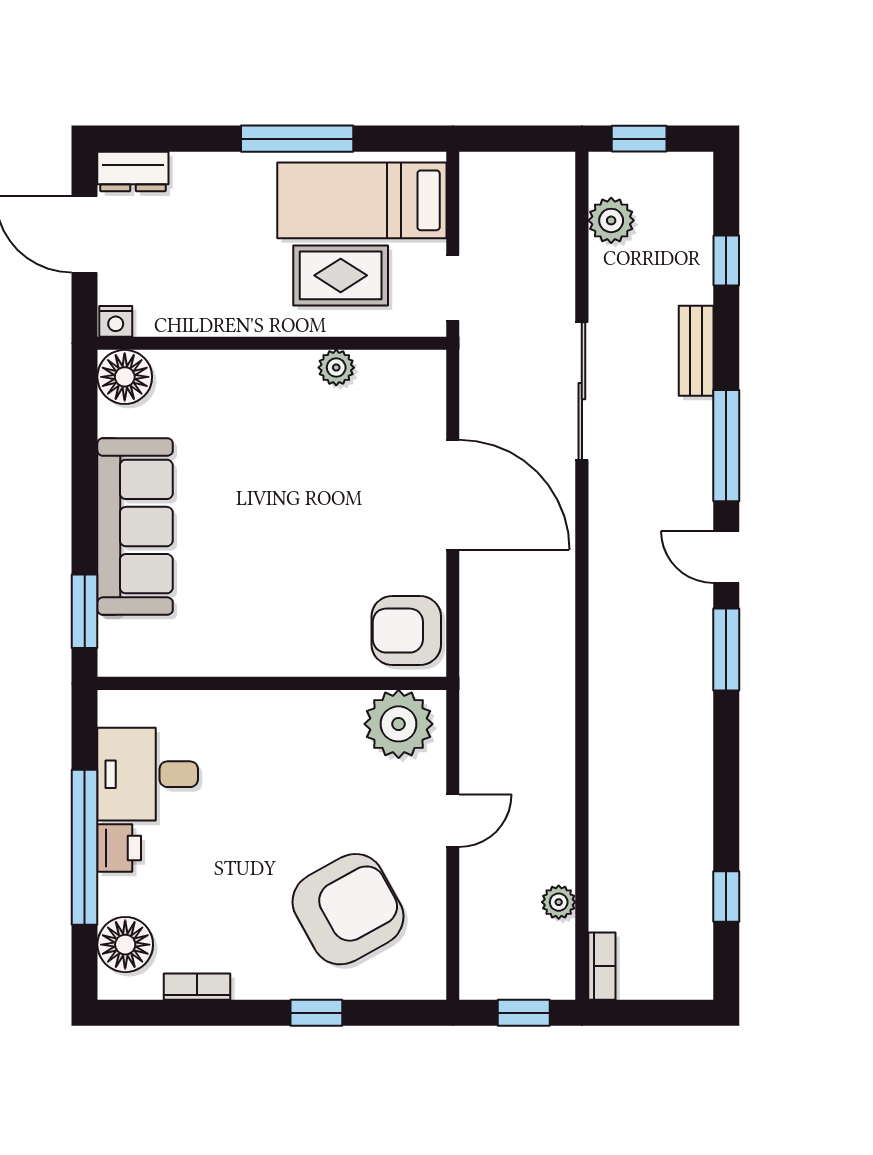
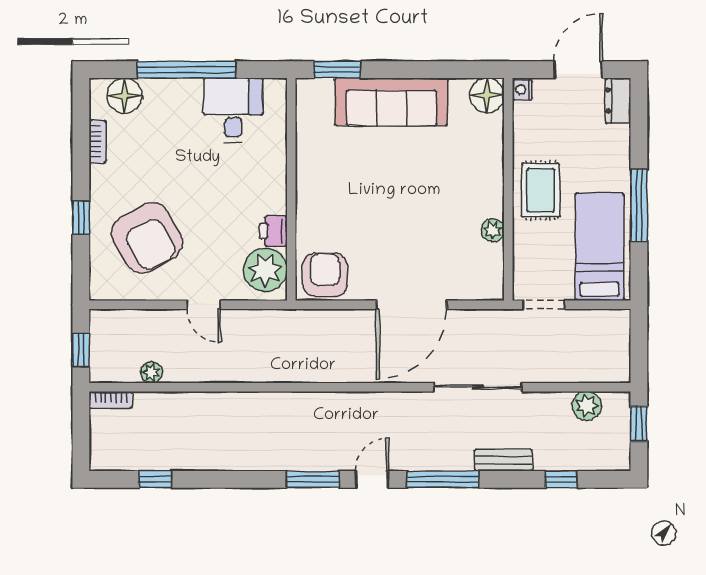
rug: (341, 275) -> (540, 190), moved
printer: (119, 848) -> (273, 231), moved, turned 90

